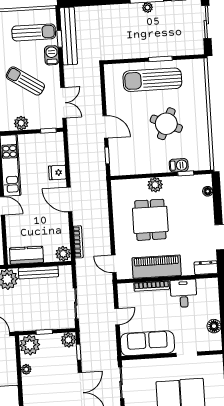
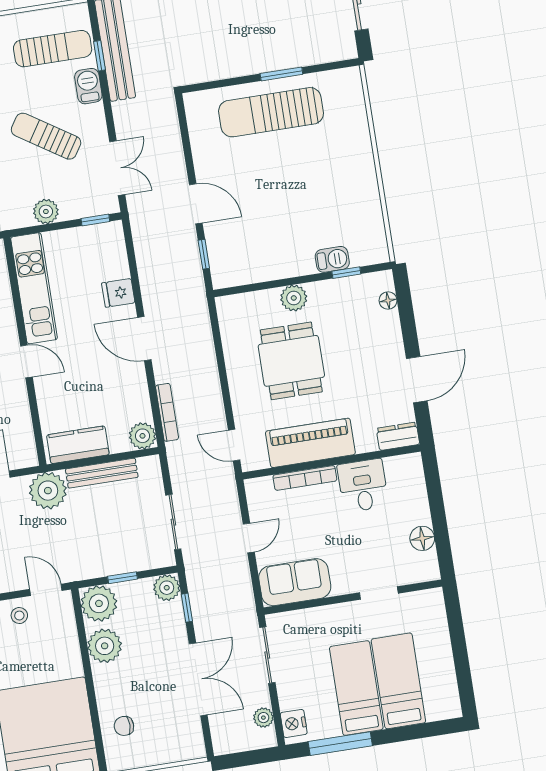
round table: (166, 124) -> (303, 188), removed
sofa: (147, 343) -> (295, 582), width x0.73
plant: (26, 369) -> (105, 646), width x1.88, depth x1.88

